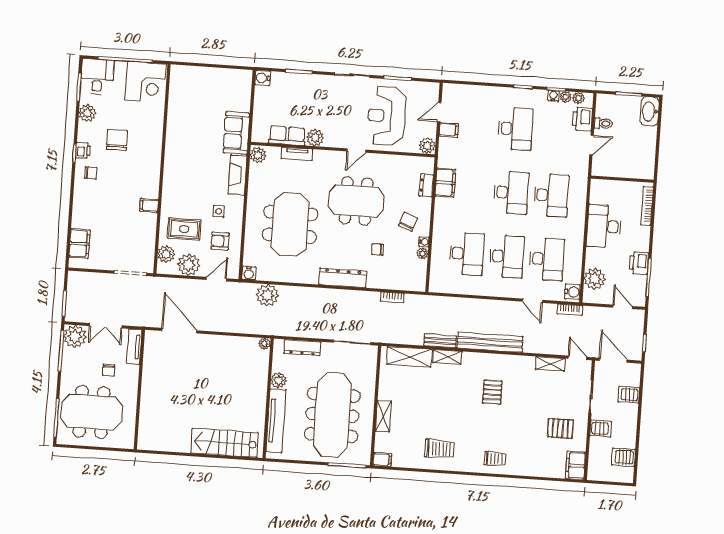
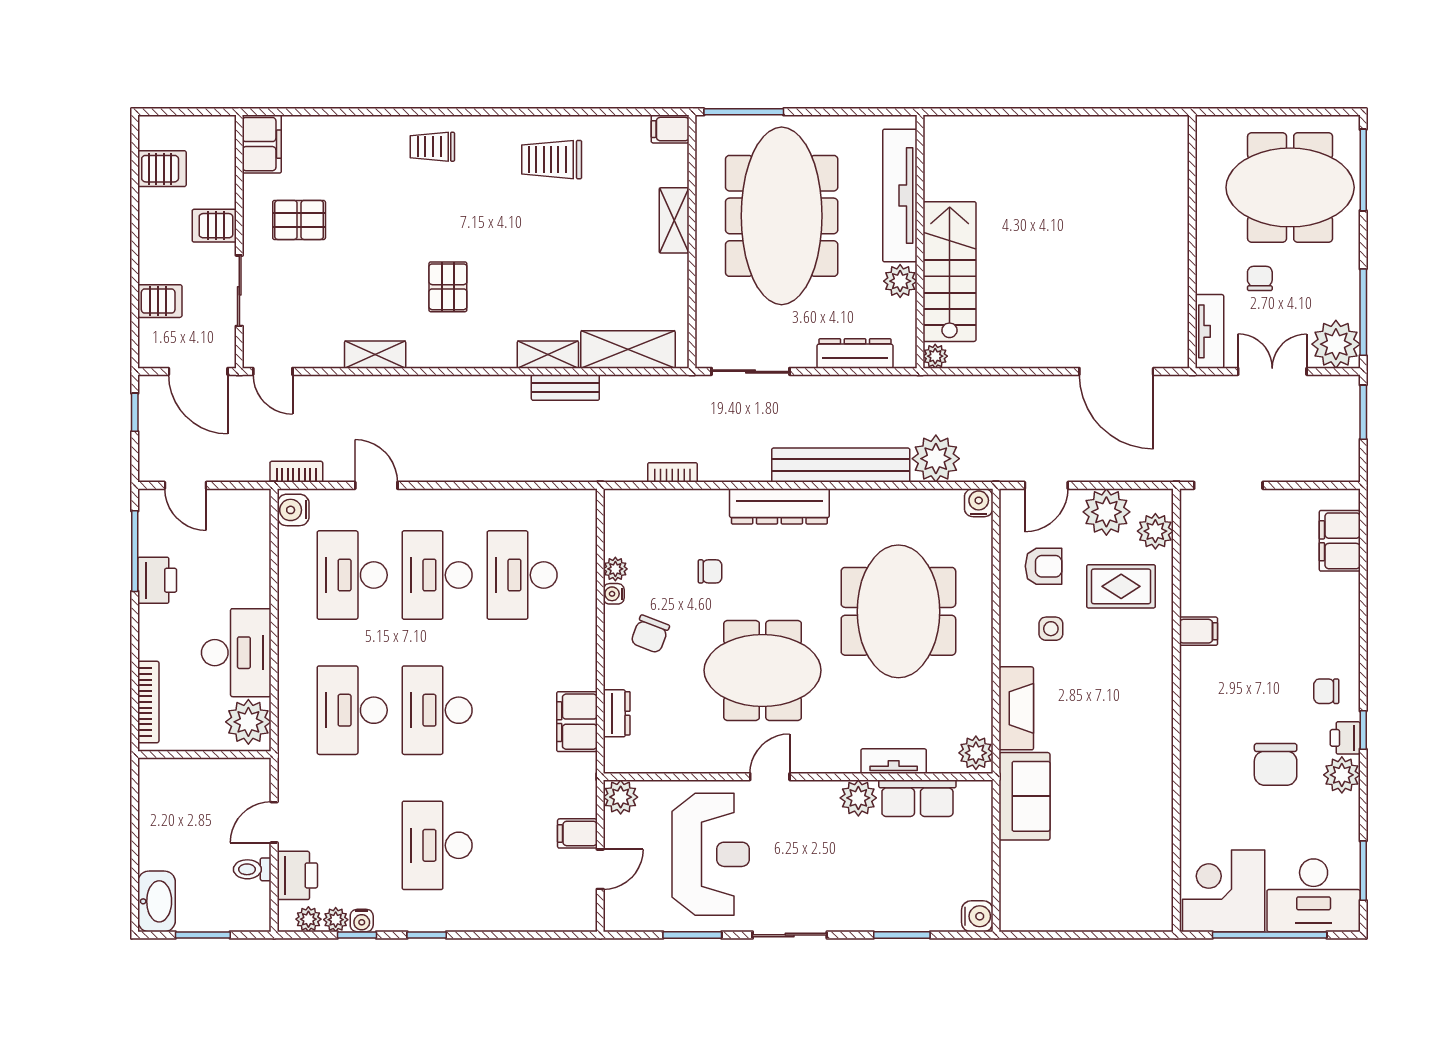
desk: (97, 77) -> (1314, 895), width x1.37
plant: (87, 113) -> (1342, 775), moved
plant: (595, 279) -> (248, 722), moved
bench: (490, 342) -> (841, 465), moved
shelving: (550, 364) -> (375, 355), moved
stairs: (225, 443) -> (950, 272), moved, turned -90

